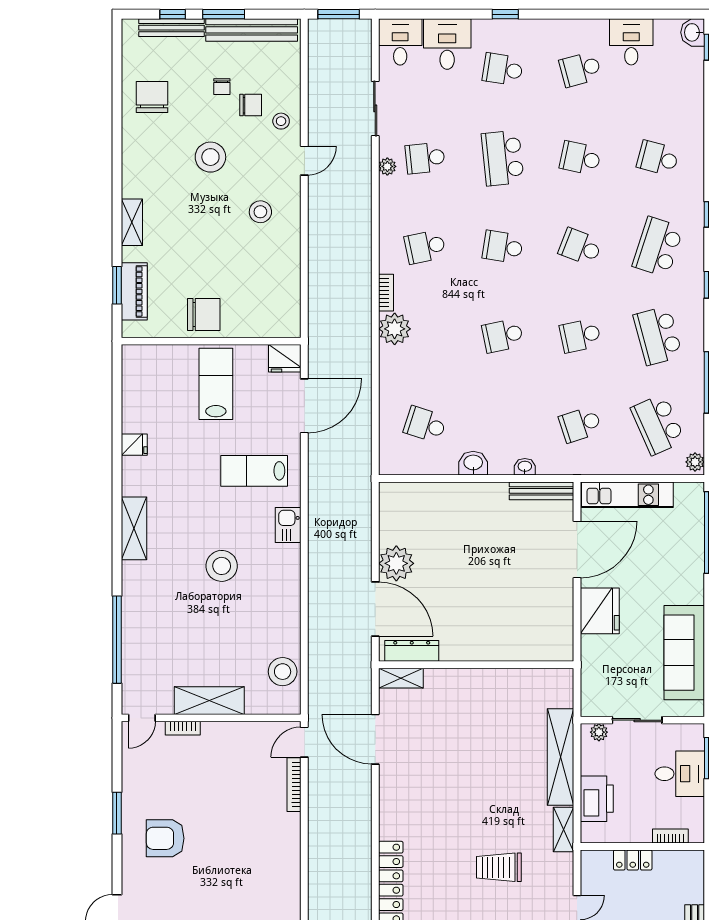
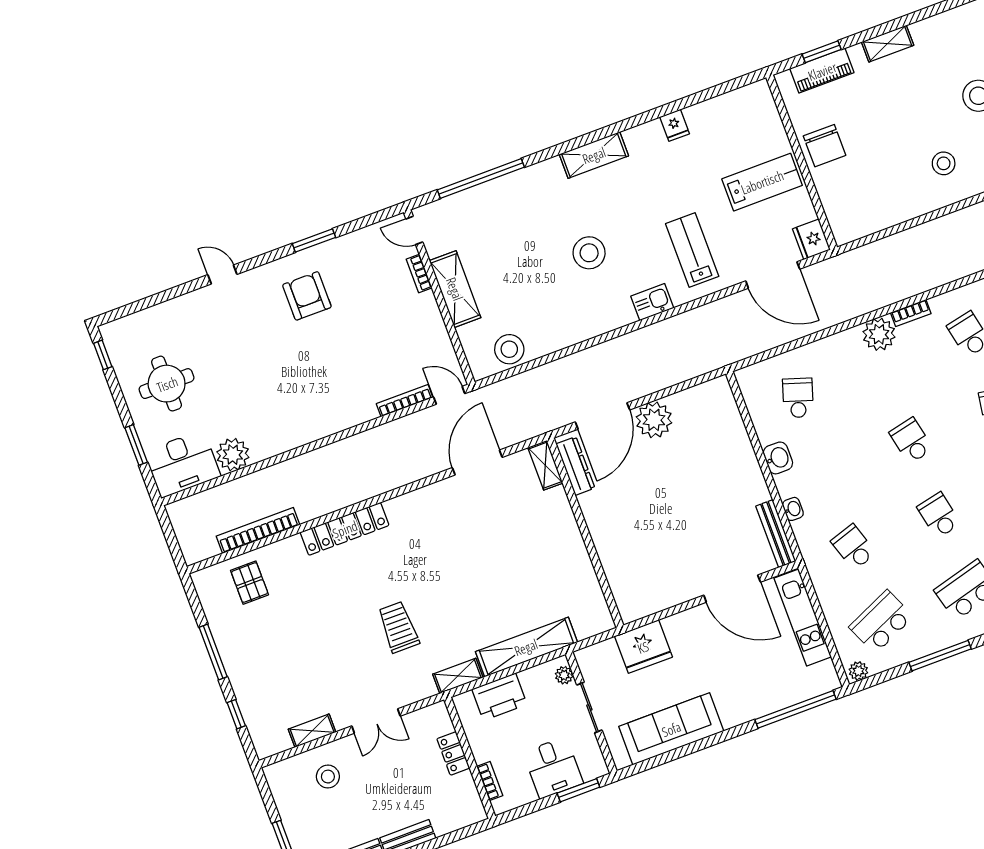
fridge: (600, 611) -> (643, 647), moved

